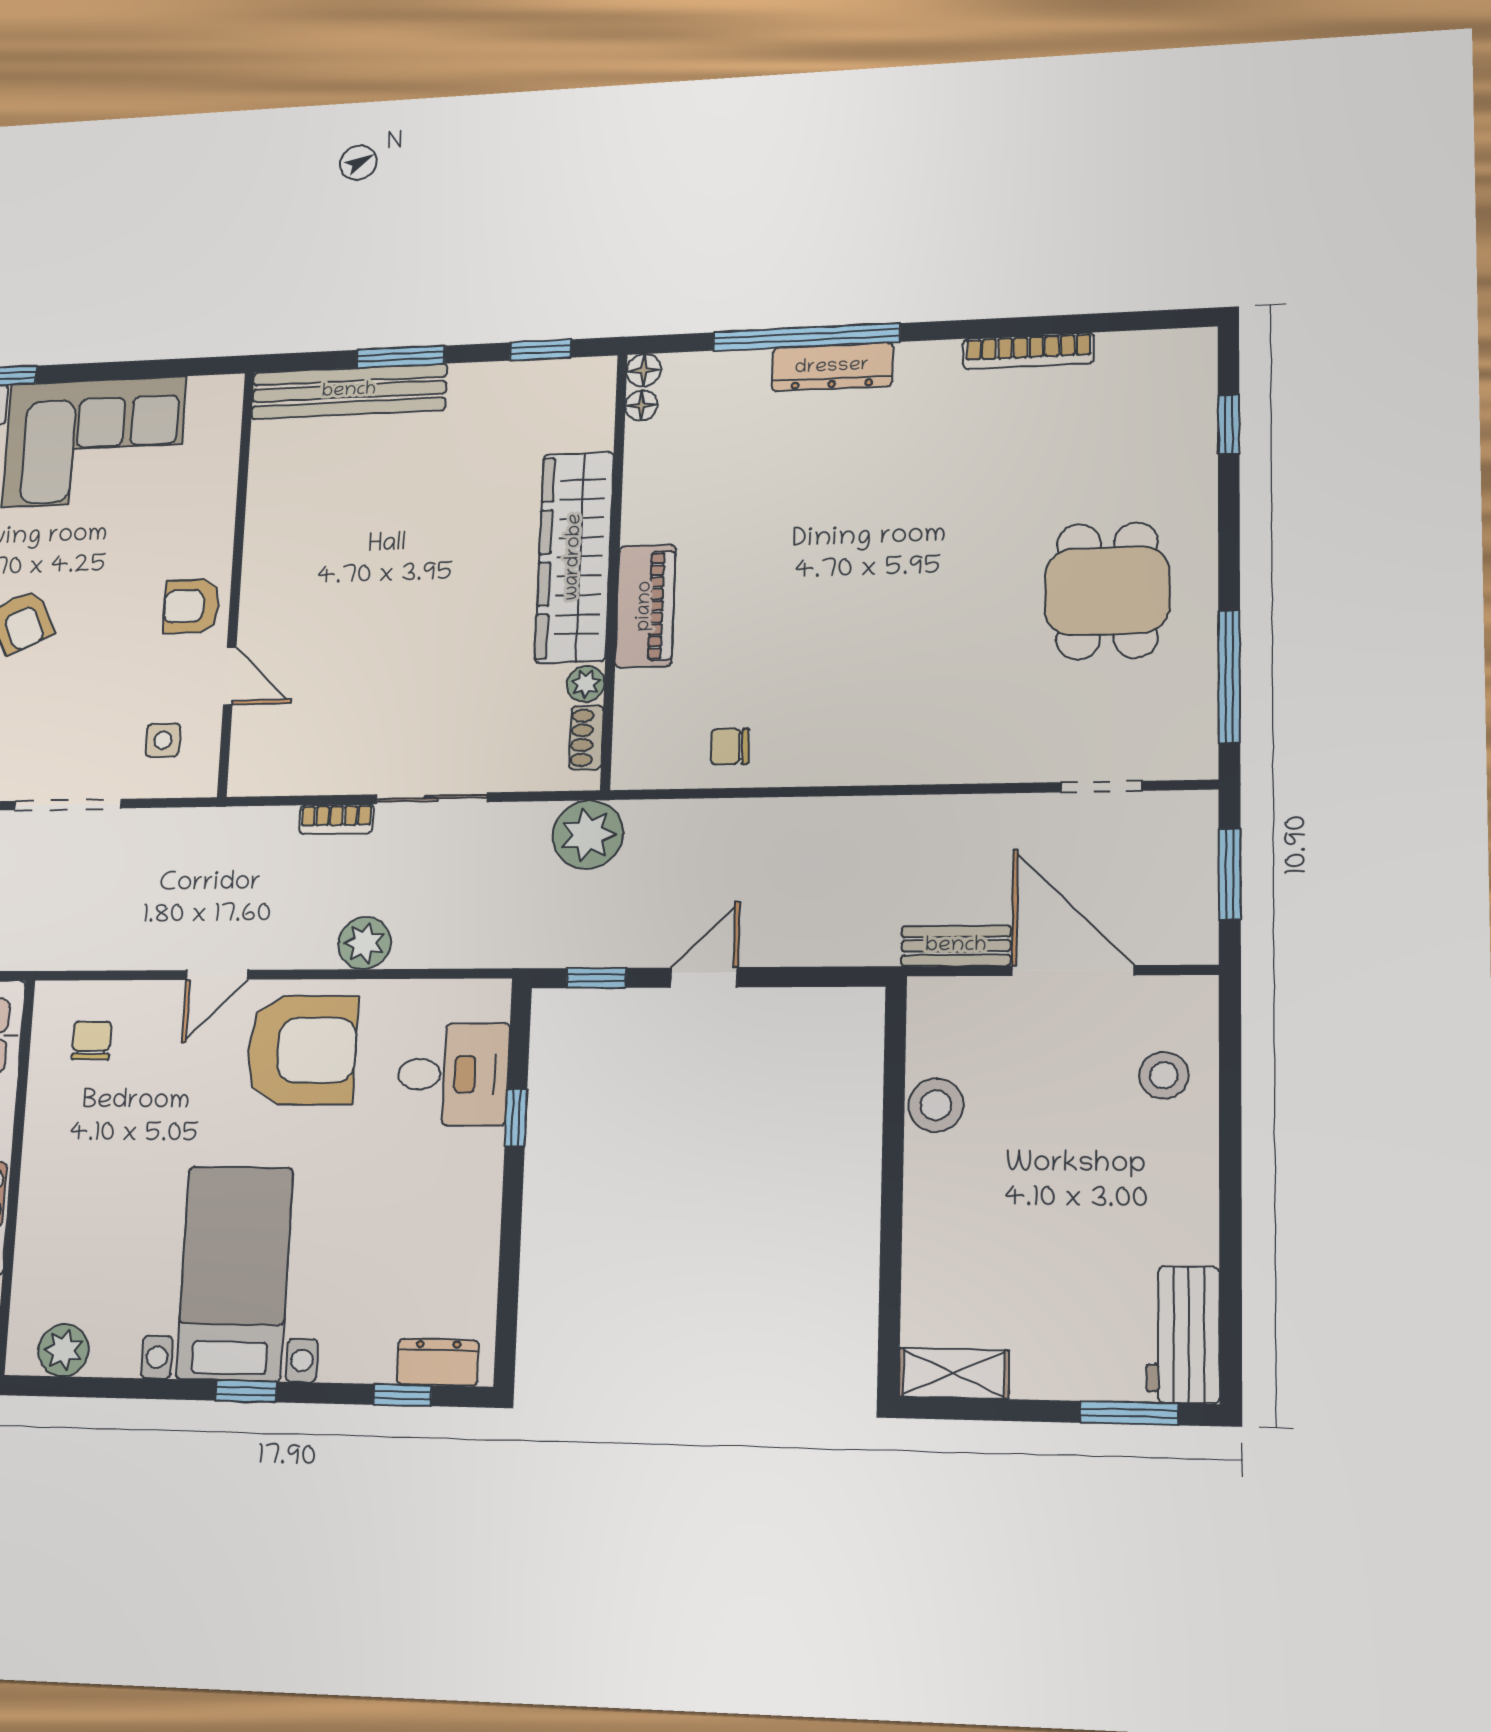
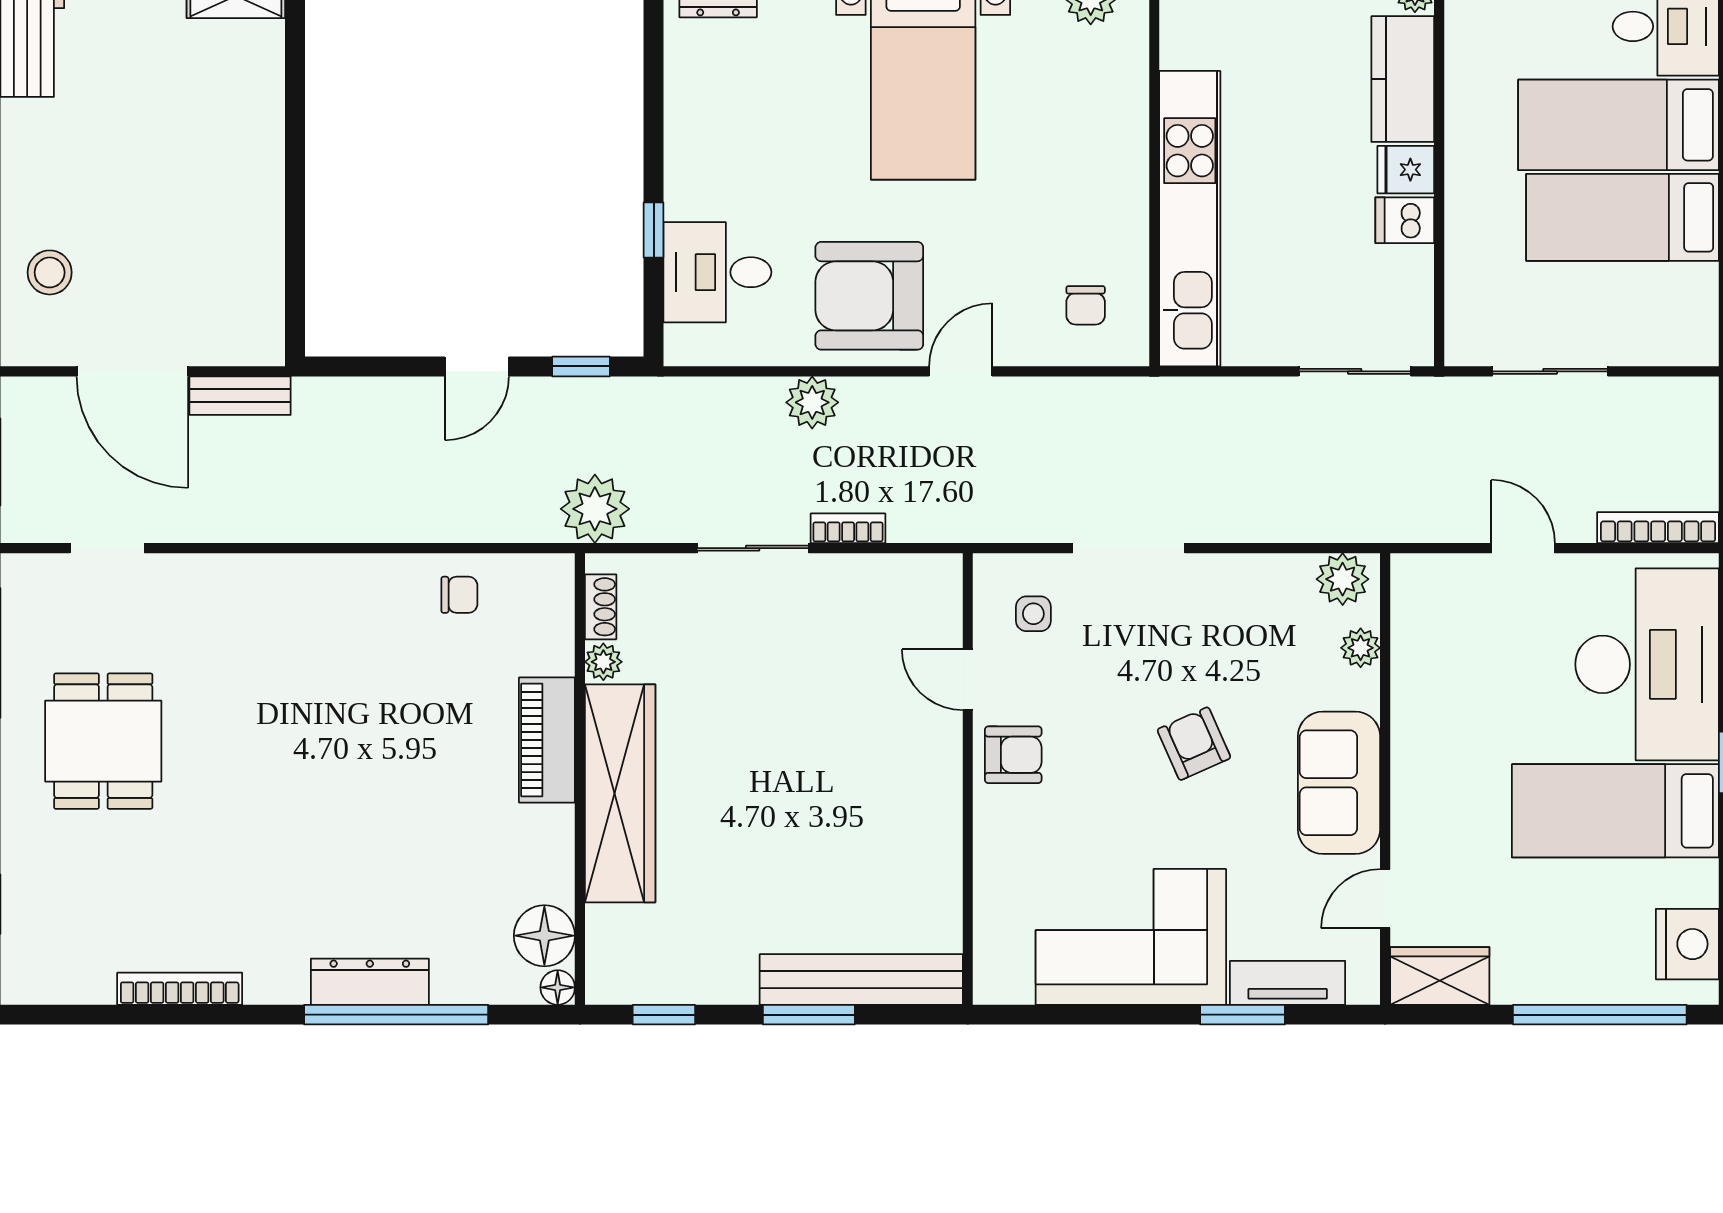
floor lamp: (641, 406) -> (544, 936), width x1.89, depth x1.89
stool: (936, 1105) -> (256, 244), removed

